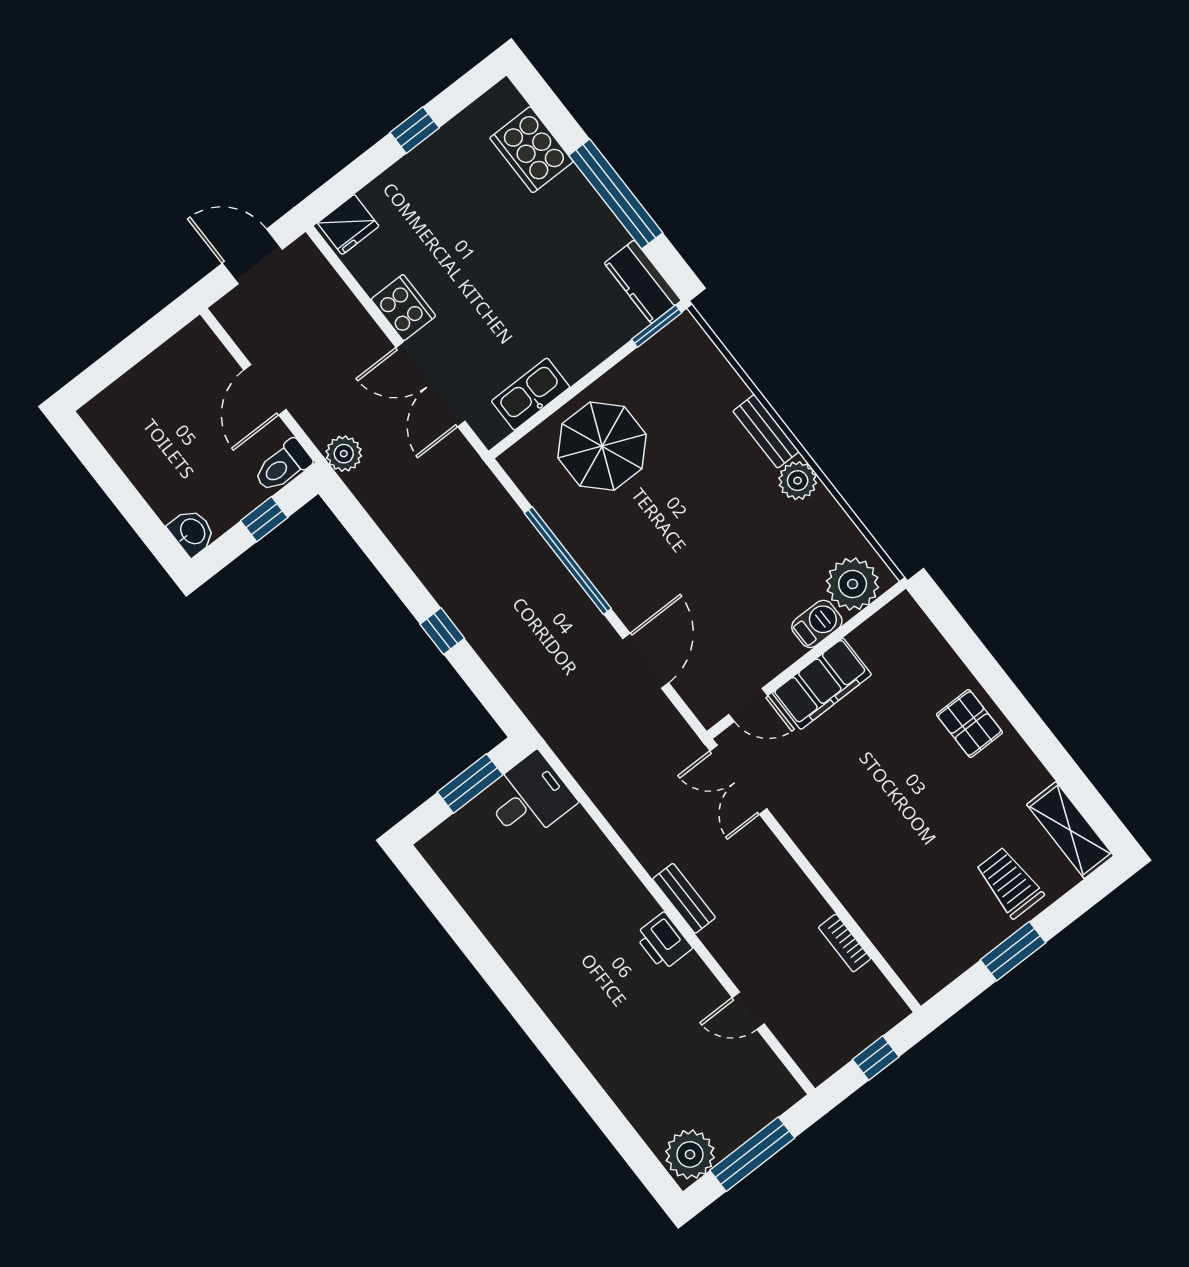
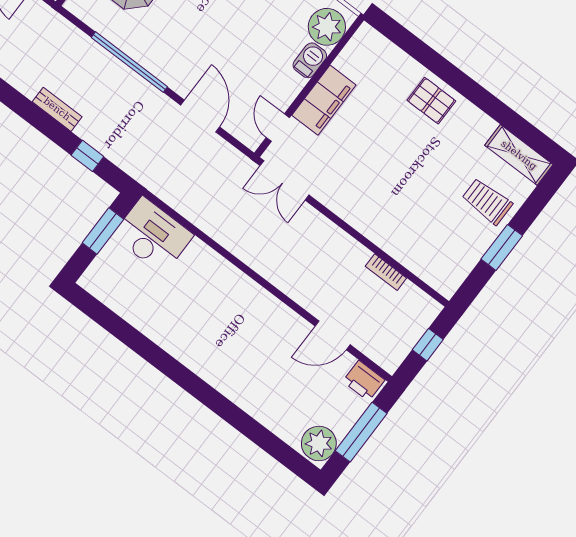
window: (442, 631) -> (87, 156), moved
door: (748, 705) -> (278, 128), swing flipped
desk: (529, 798) -> (153, 235), width x1.37
bench: (684, 898) -> (57, 109), moved
printer: (663, 941) -> (364, 381), moved
door: (748, 1011) -> (333, 335), width x1.38

